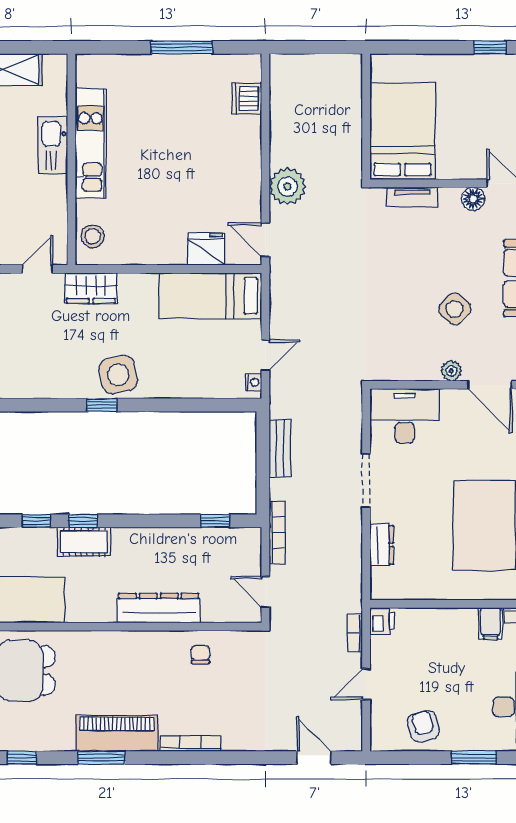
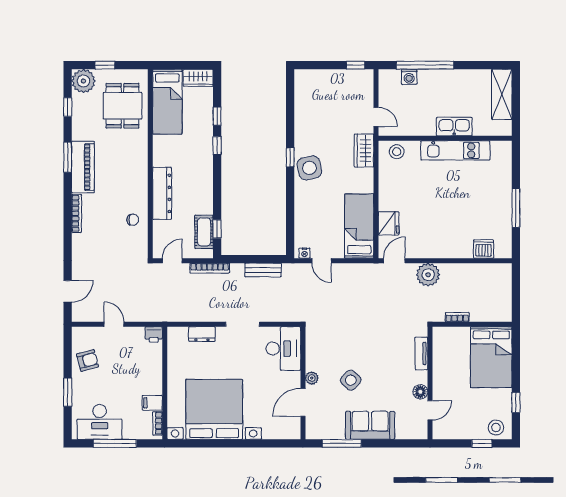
bed: (403, 131) -> (491, 357), moved, turned 90
cot: (84, 542) -> (204, 232), moved
bookcase: (355, 633) -> (457, 317), moved

